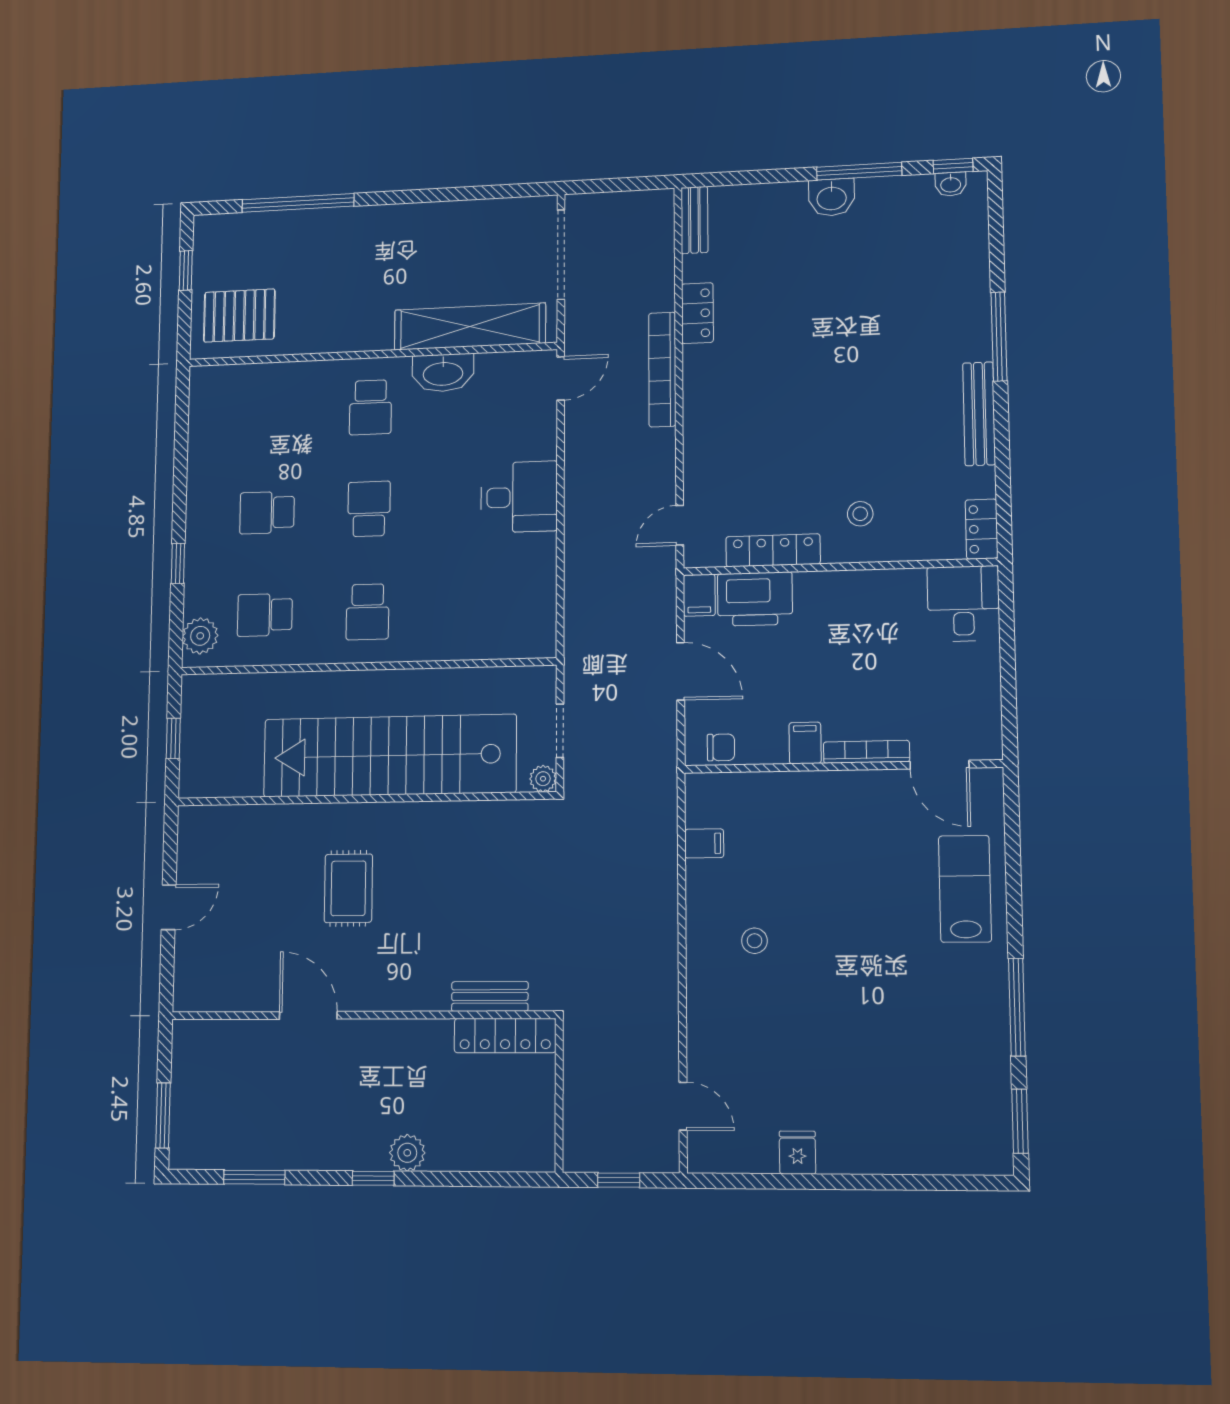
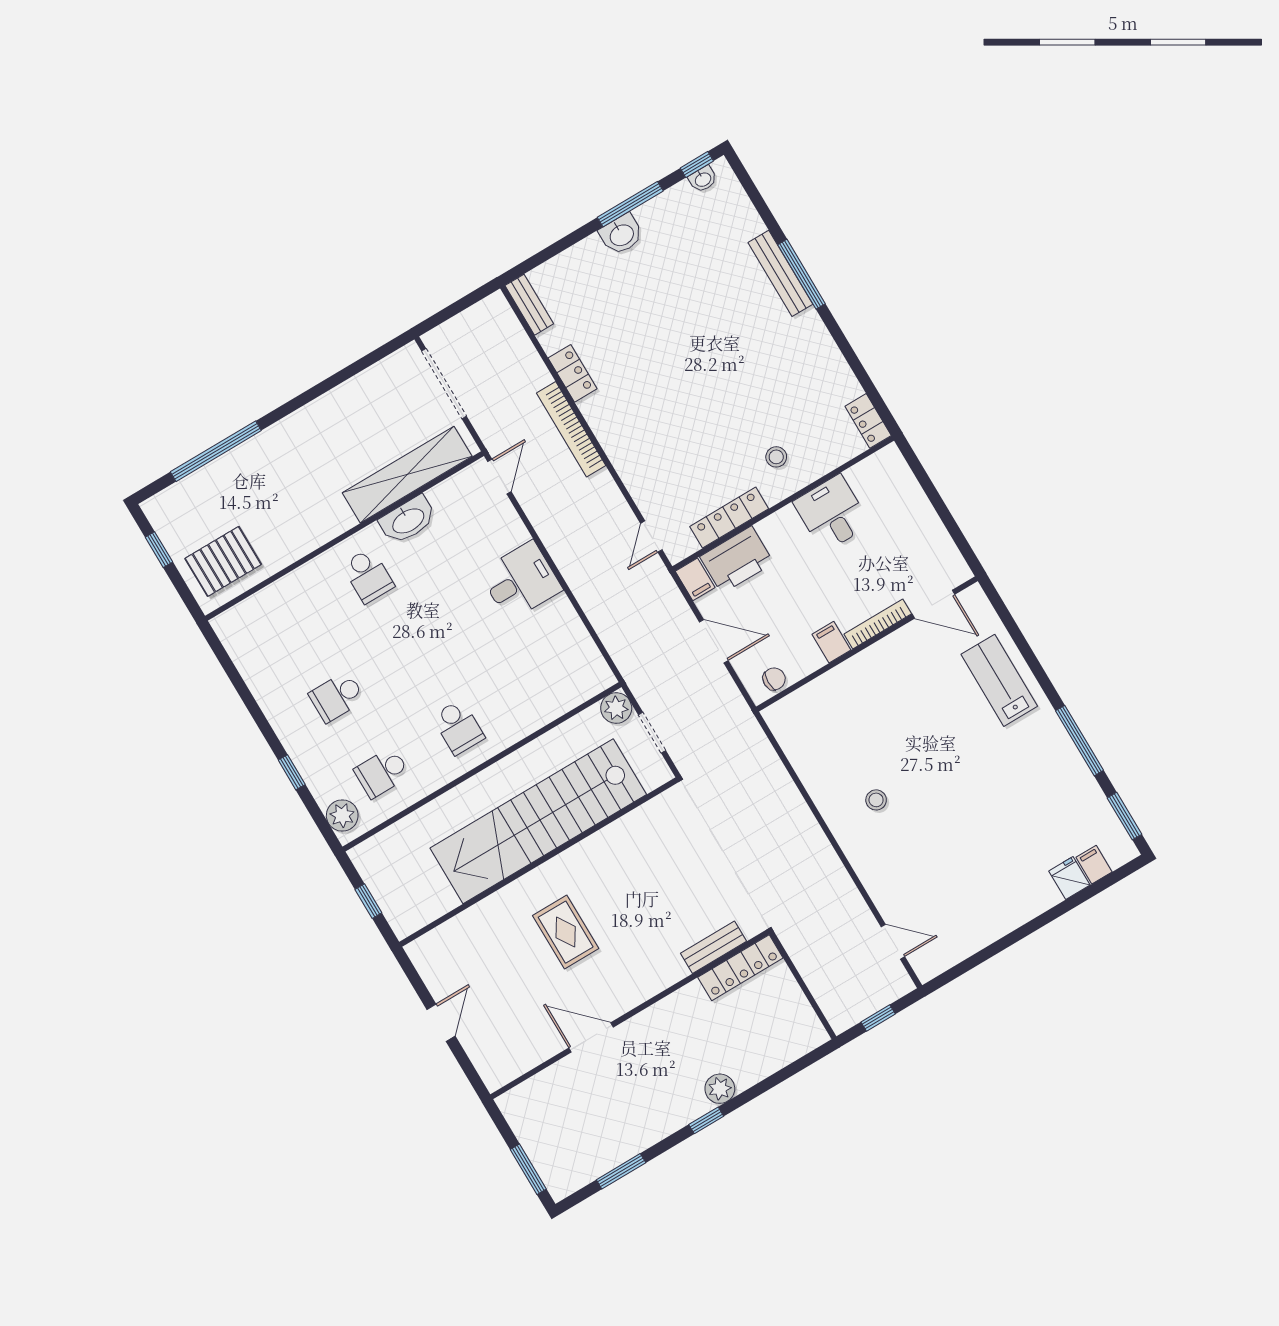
bench: (979, 414) -> (780, 273), moved
school desk: (369, 509) -> (413, 651), removed
desk: (963, 604) -> (832, 513), moved
plant: (543, 779) -> (616, 708), moved, width x1.38, depth x1.38
filing cabinet: (704, 843) -> (1094, 865), moved, turned -90
fridge: (797, 1153) -> (1069, 878), moved

